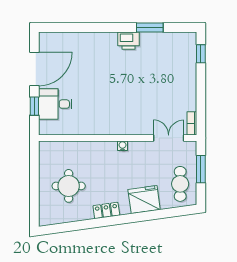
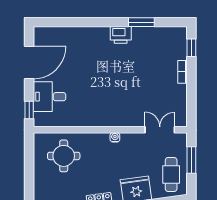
window: (34, 106) -> (29, 110), moved
bookcase: (192, 123) -> (183, 72), moved
round table: (69, 186) -> (64, 156), moved

